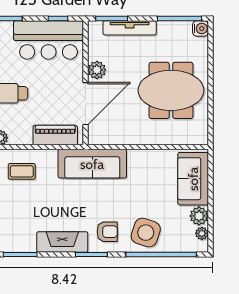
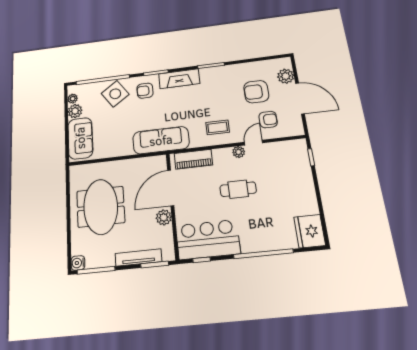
meeting table: (171, 90) -> (101, 207), turned 90
side table: (146, 233) -> (115, 94), turned 37

